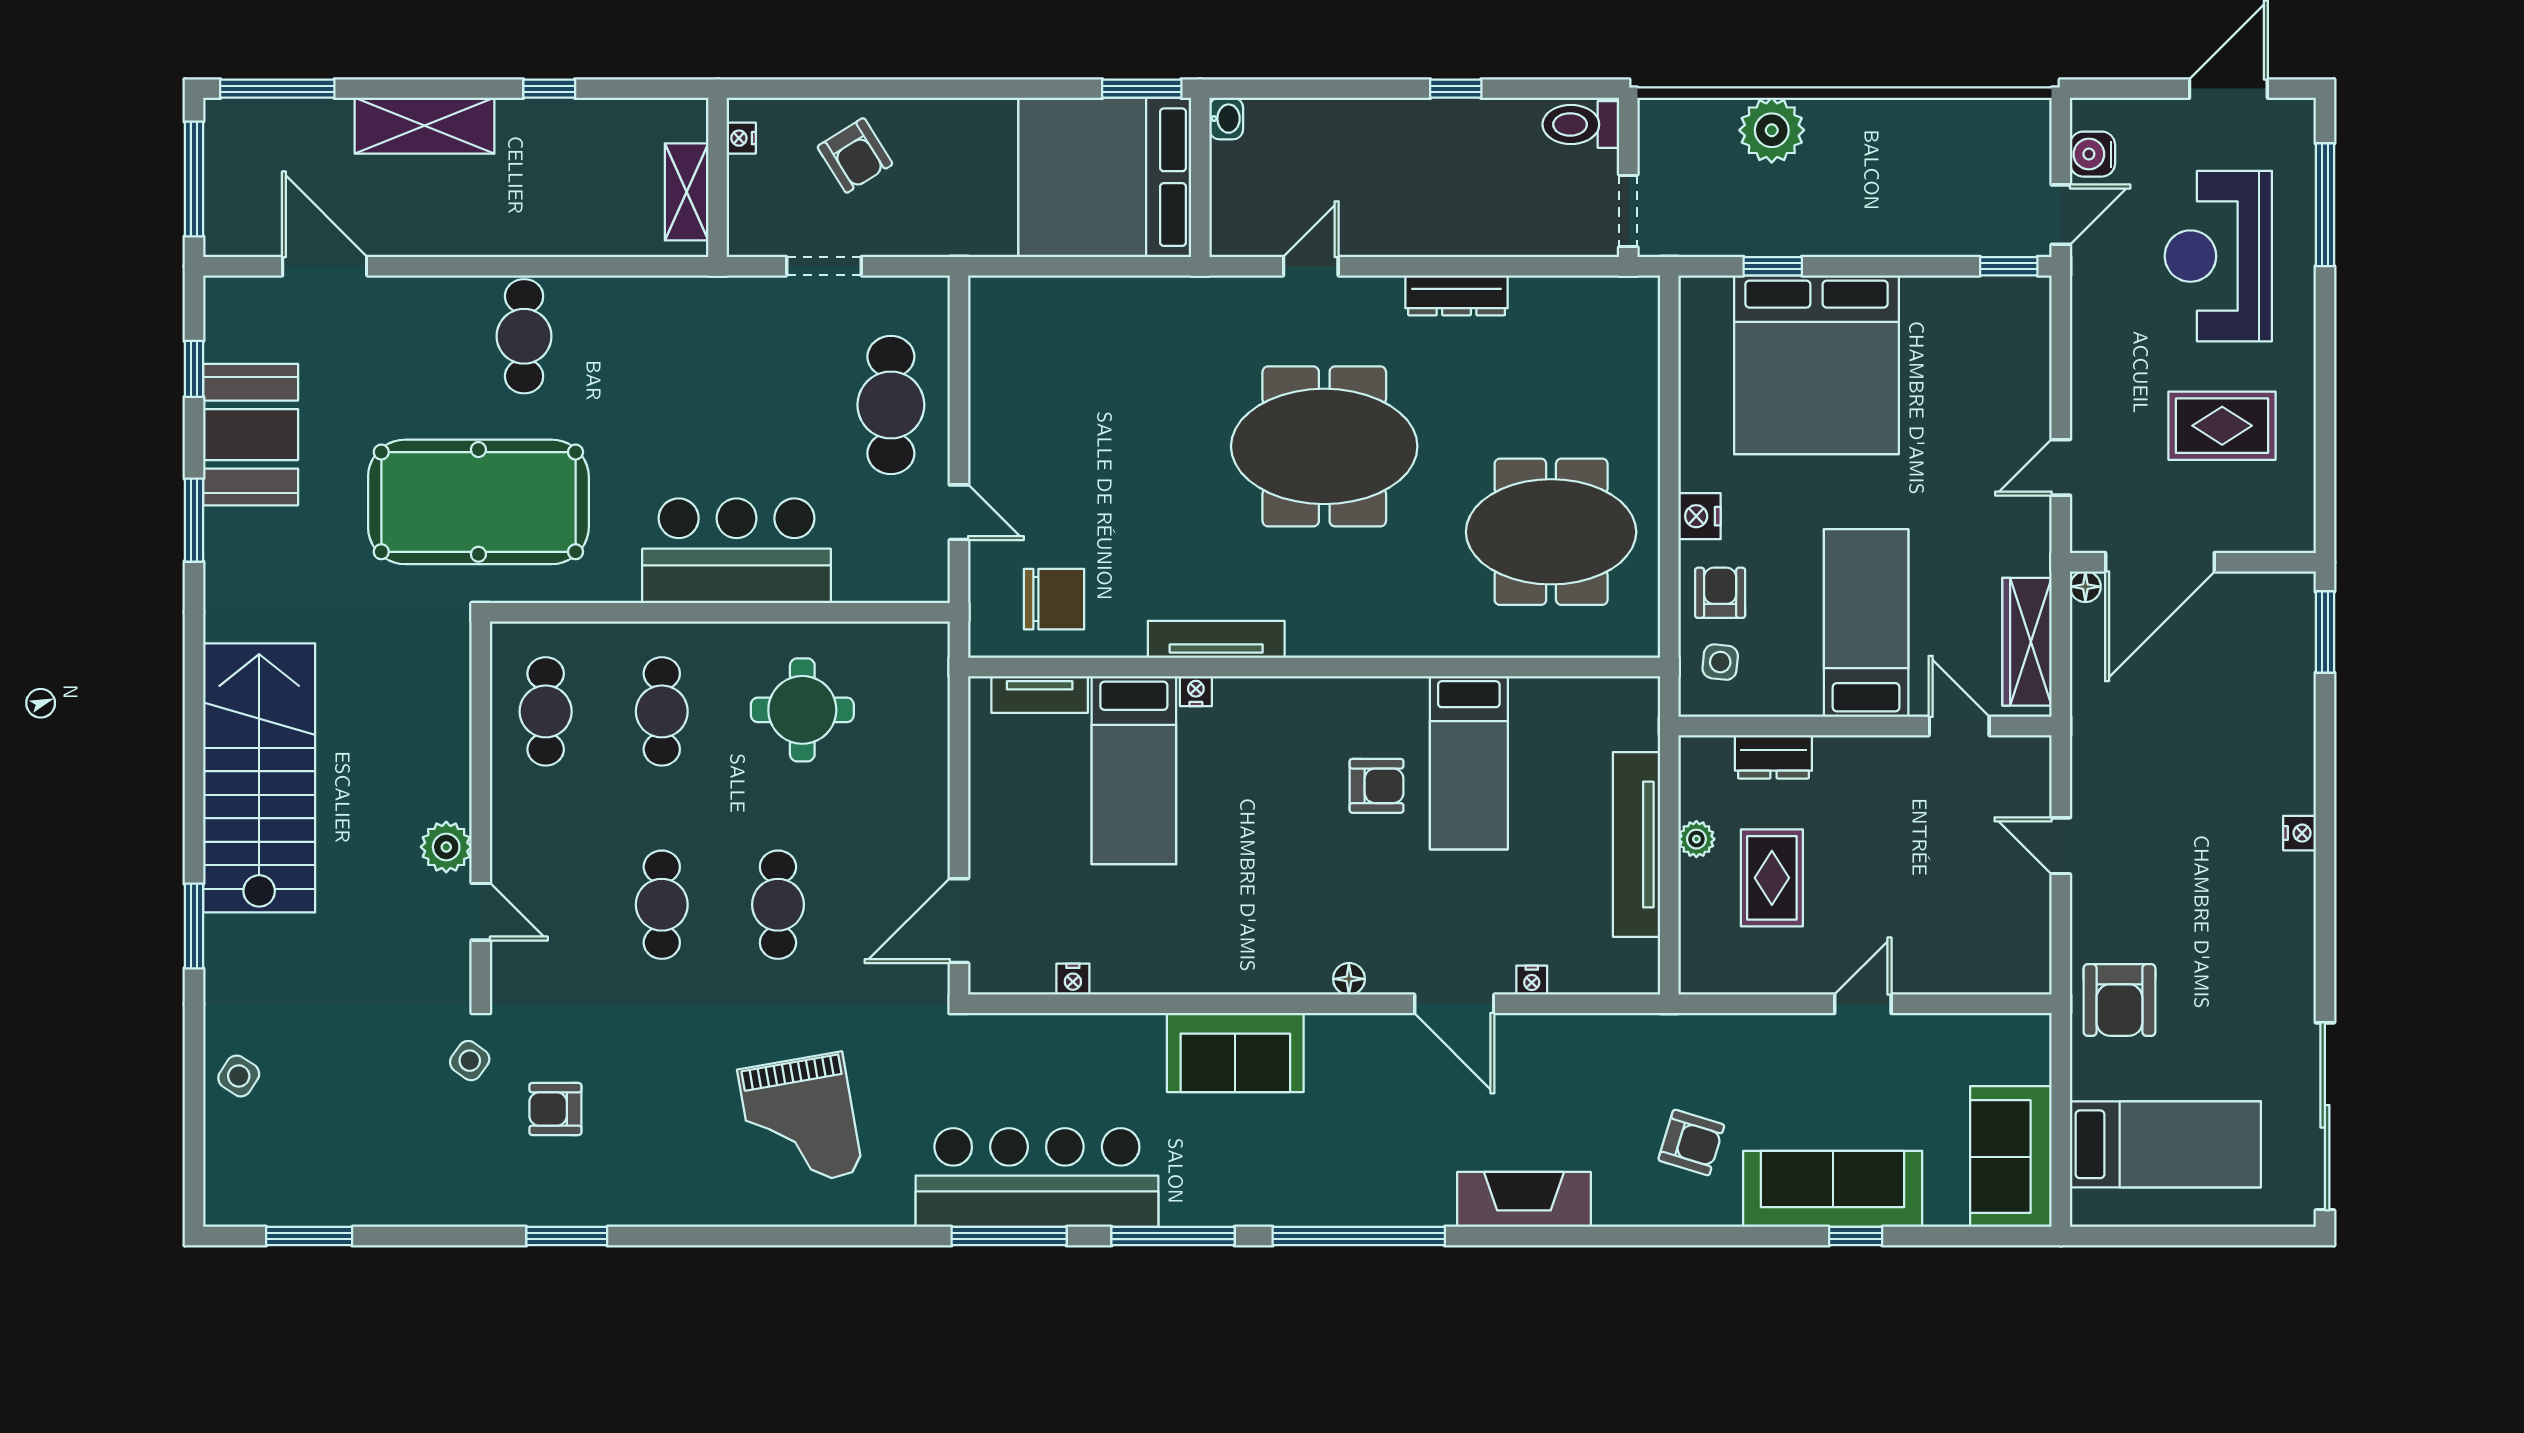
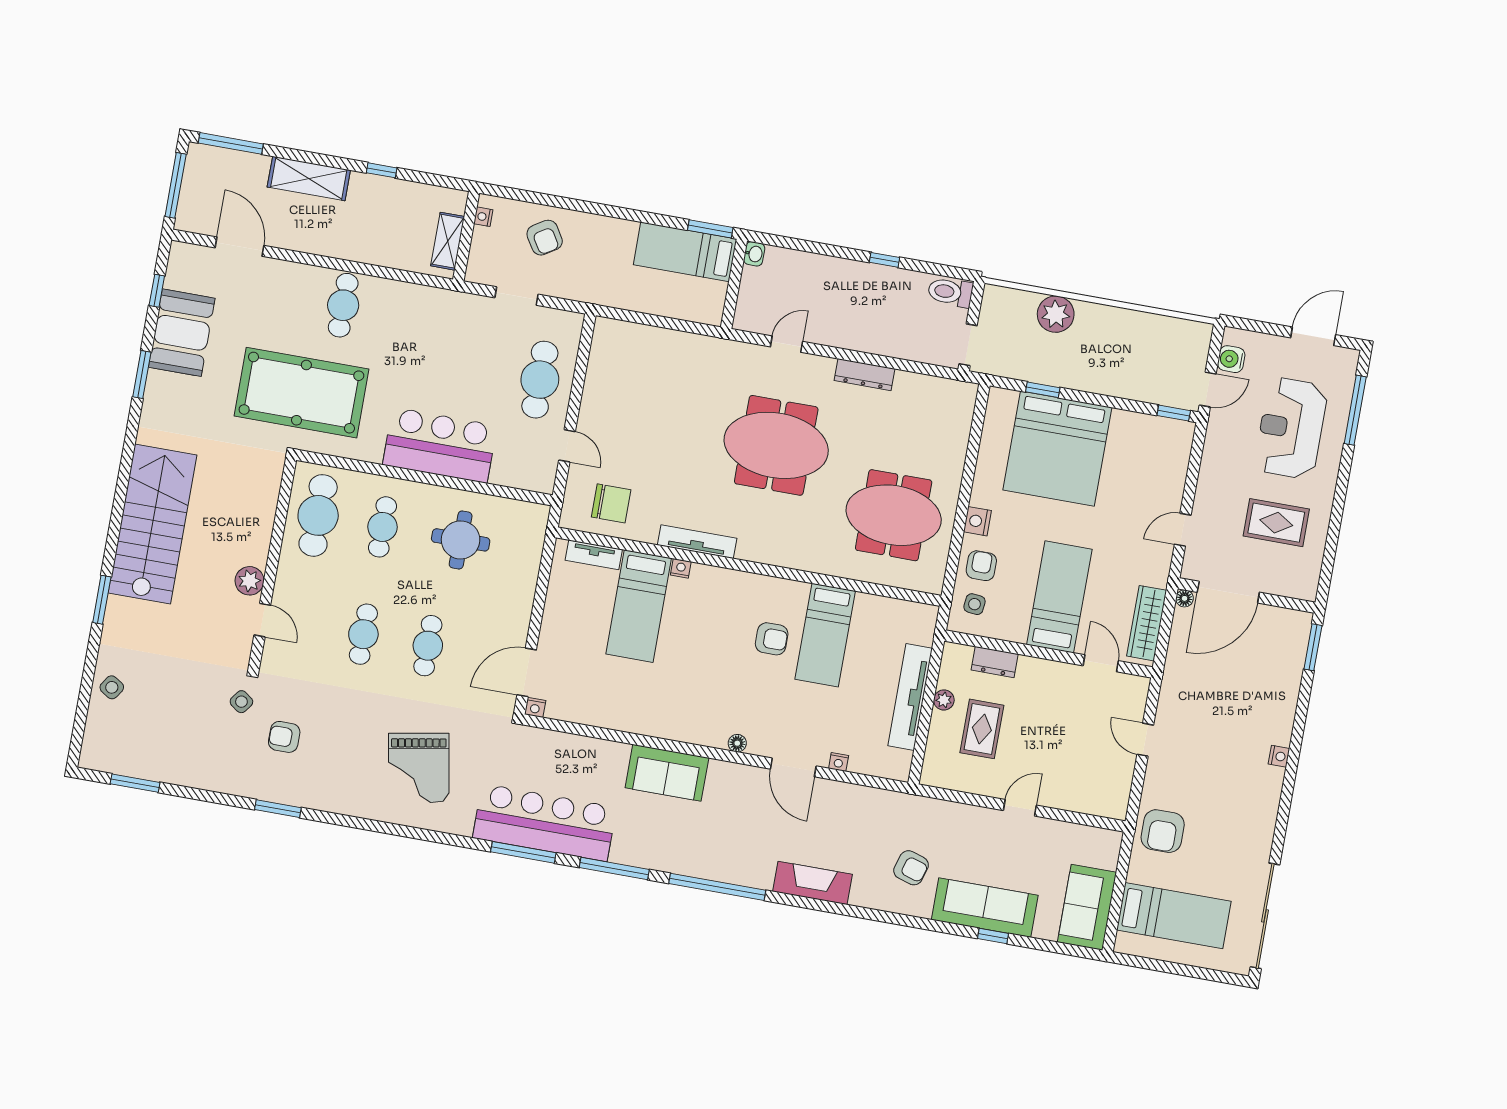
bed: (1105, 177) -> (685, 252), width x0.49
cafe table: (546, 711) -> (318, 515), width x1.37, depth x1.35
nightstand: (1073, 979) -> (535, 707), moved

